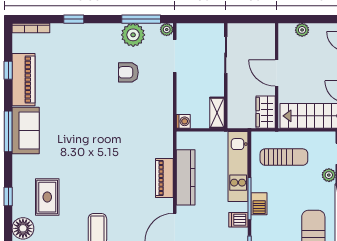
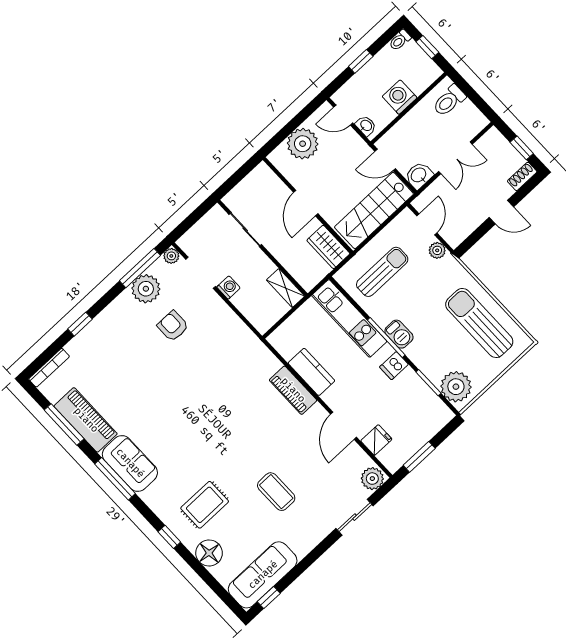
plant: (302, 30) -> (303, 144), width x1.88, depth x1.88
window: (8, 70) -> (64, 424), width x2.17
armchair: (128, 72) -> (173, 326), turned 90
door: (277, 73) -> (306, 203), hinge flipped
washing machine: (183, 121) -> (228, 287), moved
kitchen counter: (186, 177) -> (311, 372), width x0.67
rug: (47, 197) -> (205, 505), turned 90

